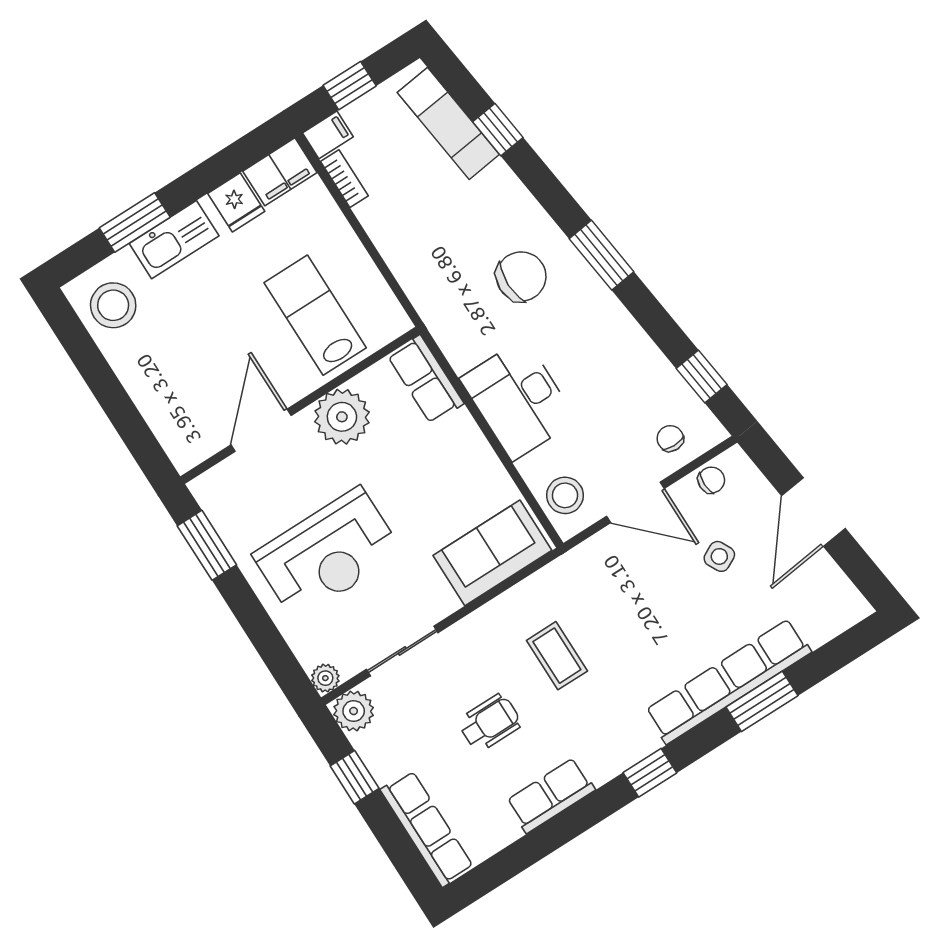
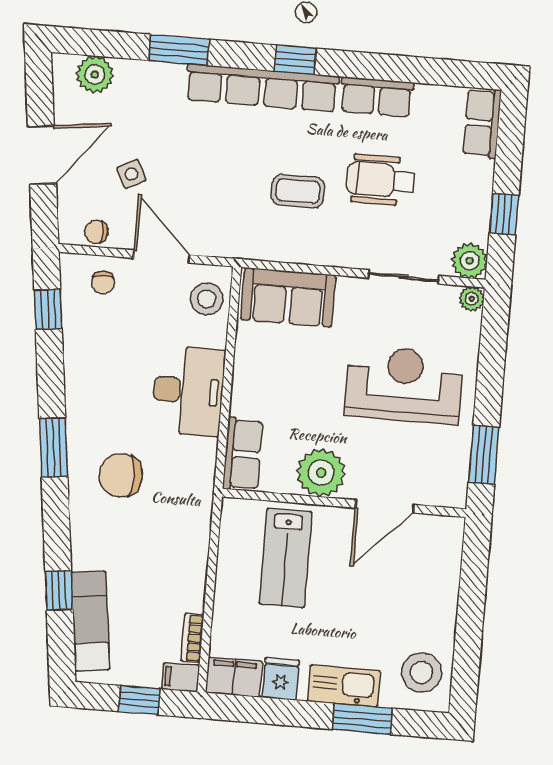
plant: (821, 621) -> (95, 74), added
coffee table: (557, 656) -> (298, 191), turned 90
row of seats: (728, 681) -> (262, 88), moved
wheelchair: (490, 723) -> (381, 180), width x1.36, depth x1.37
row of seats: (427, 828) -> (482, 123), width x0.68

